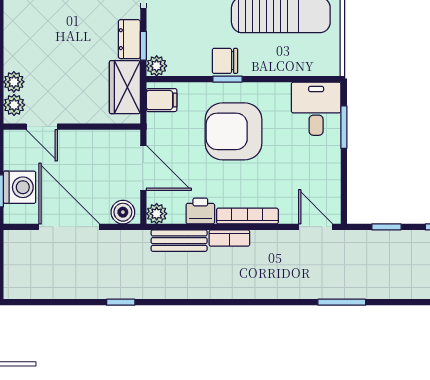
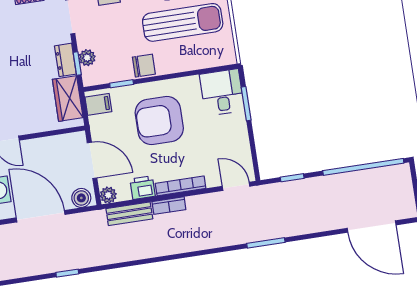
chair: (225, 61) -> (144, 66), turned 180
plant: (157, 66) -> (87, 58), moved
window: (228, 79) -> (122, 84), moved
window: (121, 302) -> (67, 273), moved

